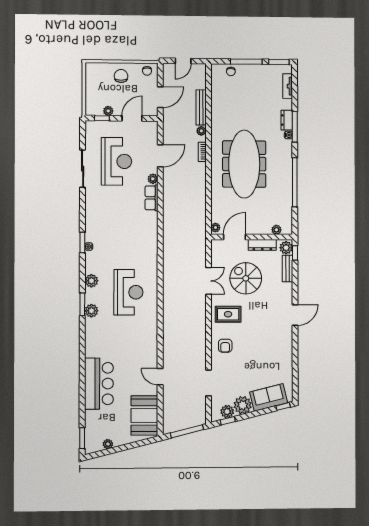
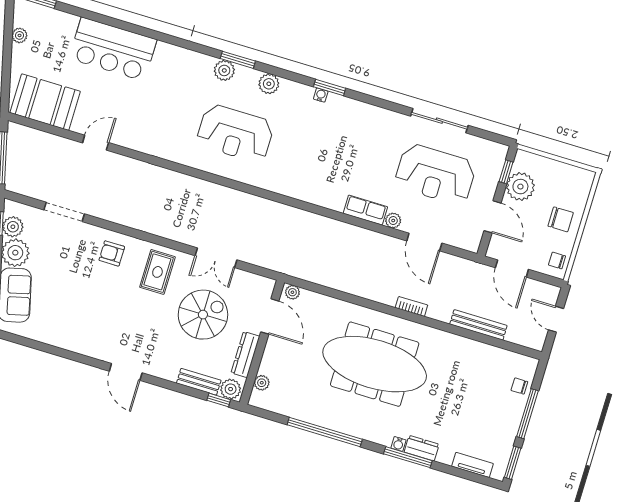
plant: (108, 111) -> (520, 187), width x1.87, depth x1.87
plant: (201, 131) -> (443, 315), removed

